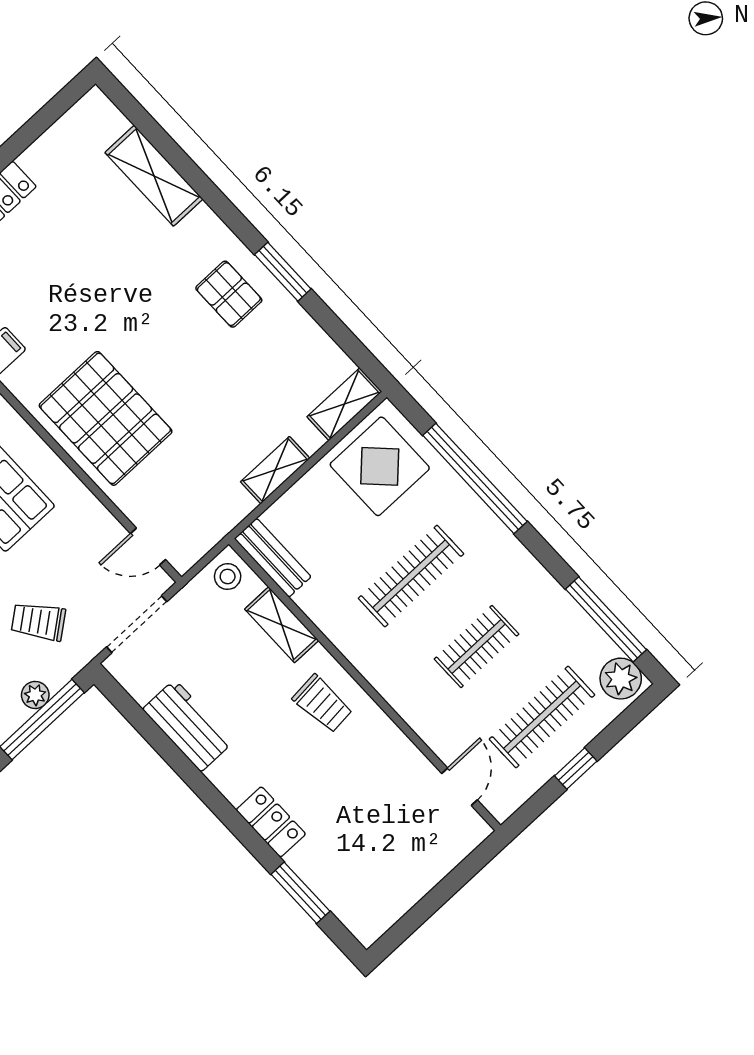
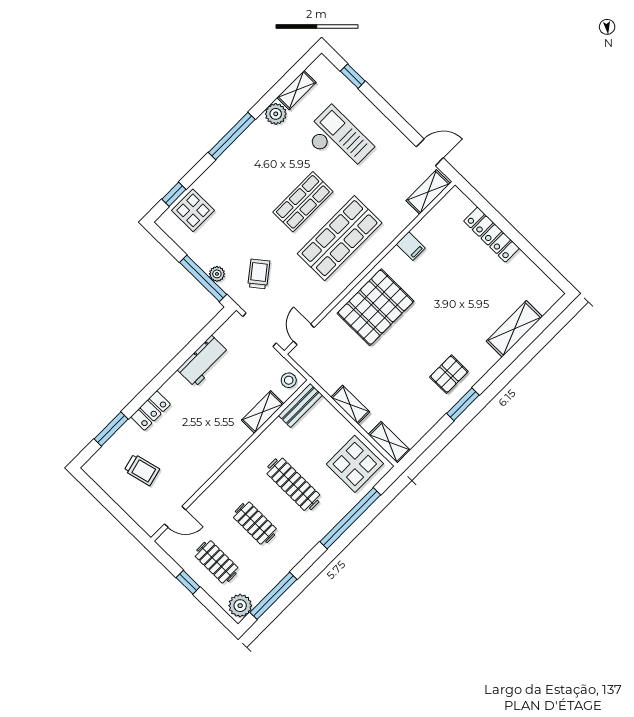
trolley: (323, 704) -> (142, 470), moved, turned -99
clothes rail: (542, 717) -> (217, 562), width x0.73

